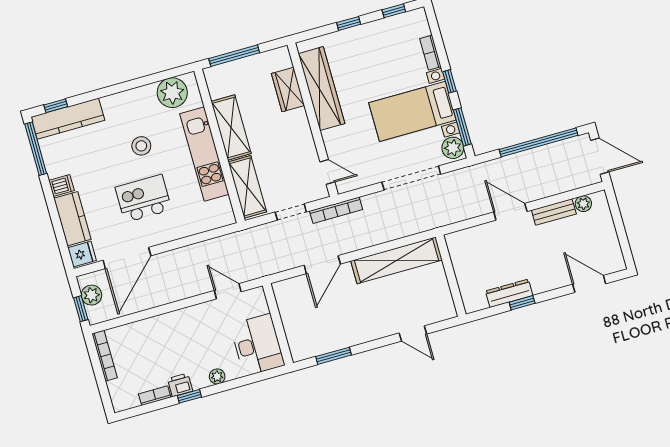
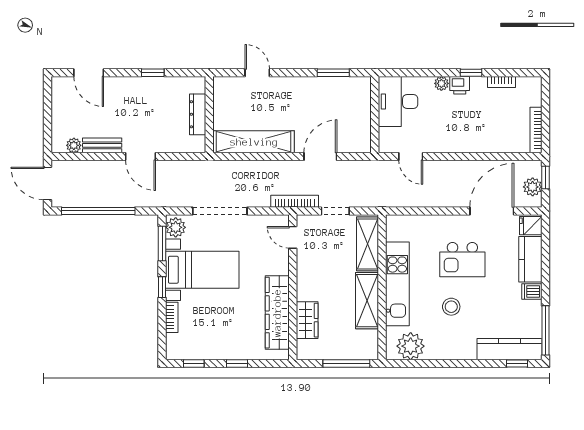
dresser: (509, 293) -> (198, 114), moved, turned 90
printer: (180, 385) -> (460, 85), moved

